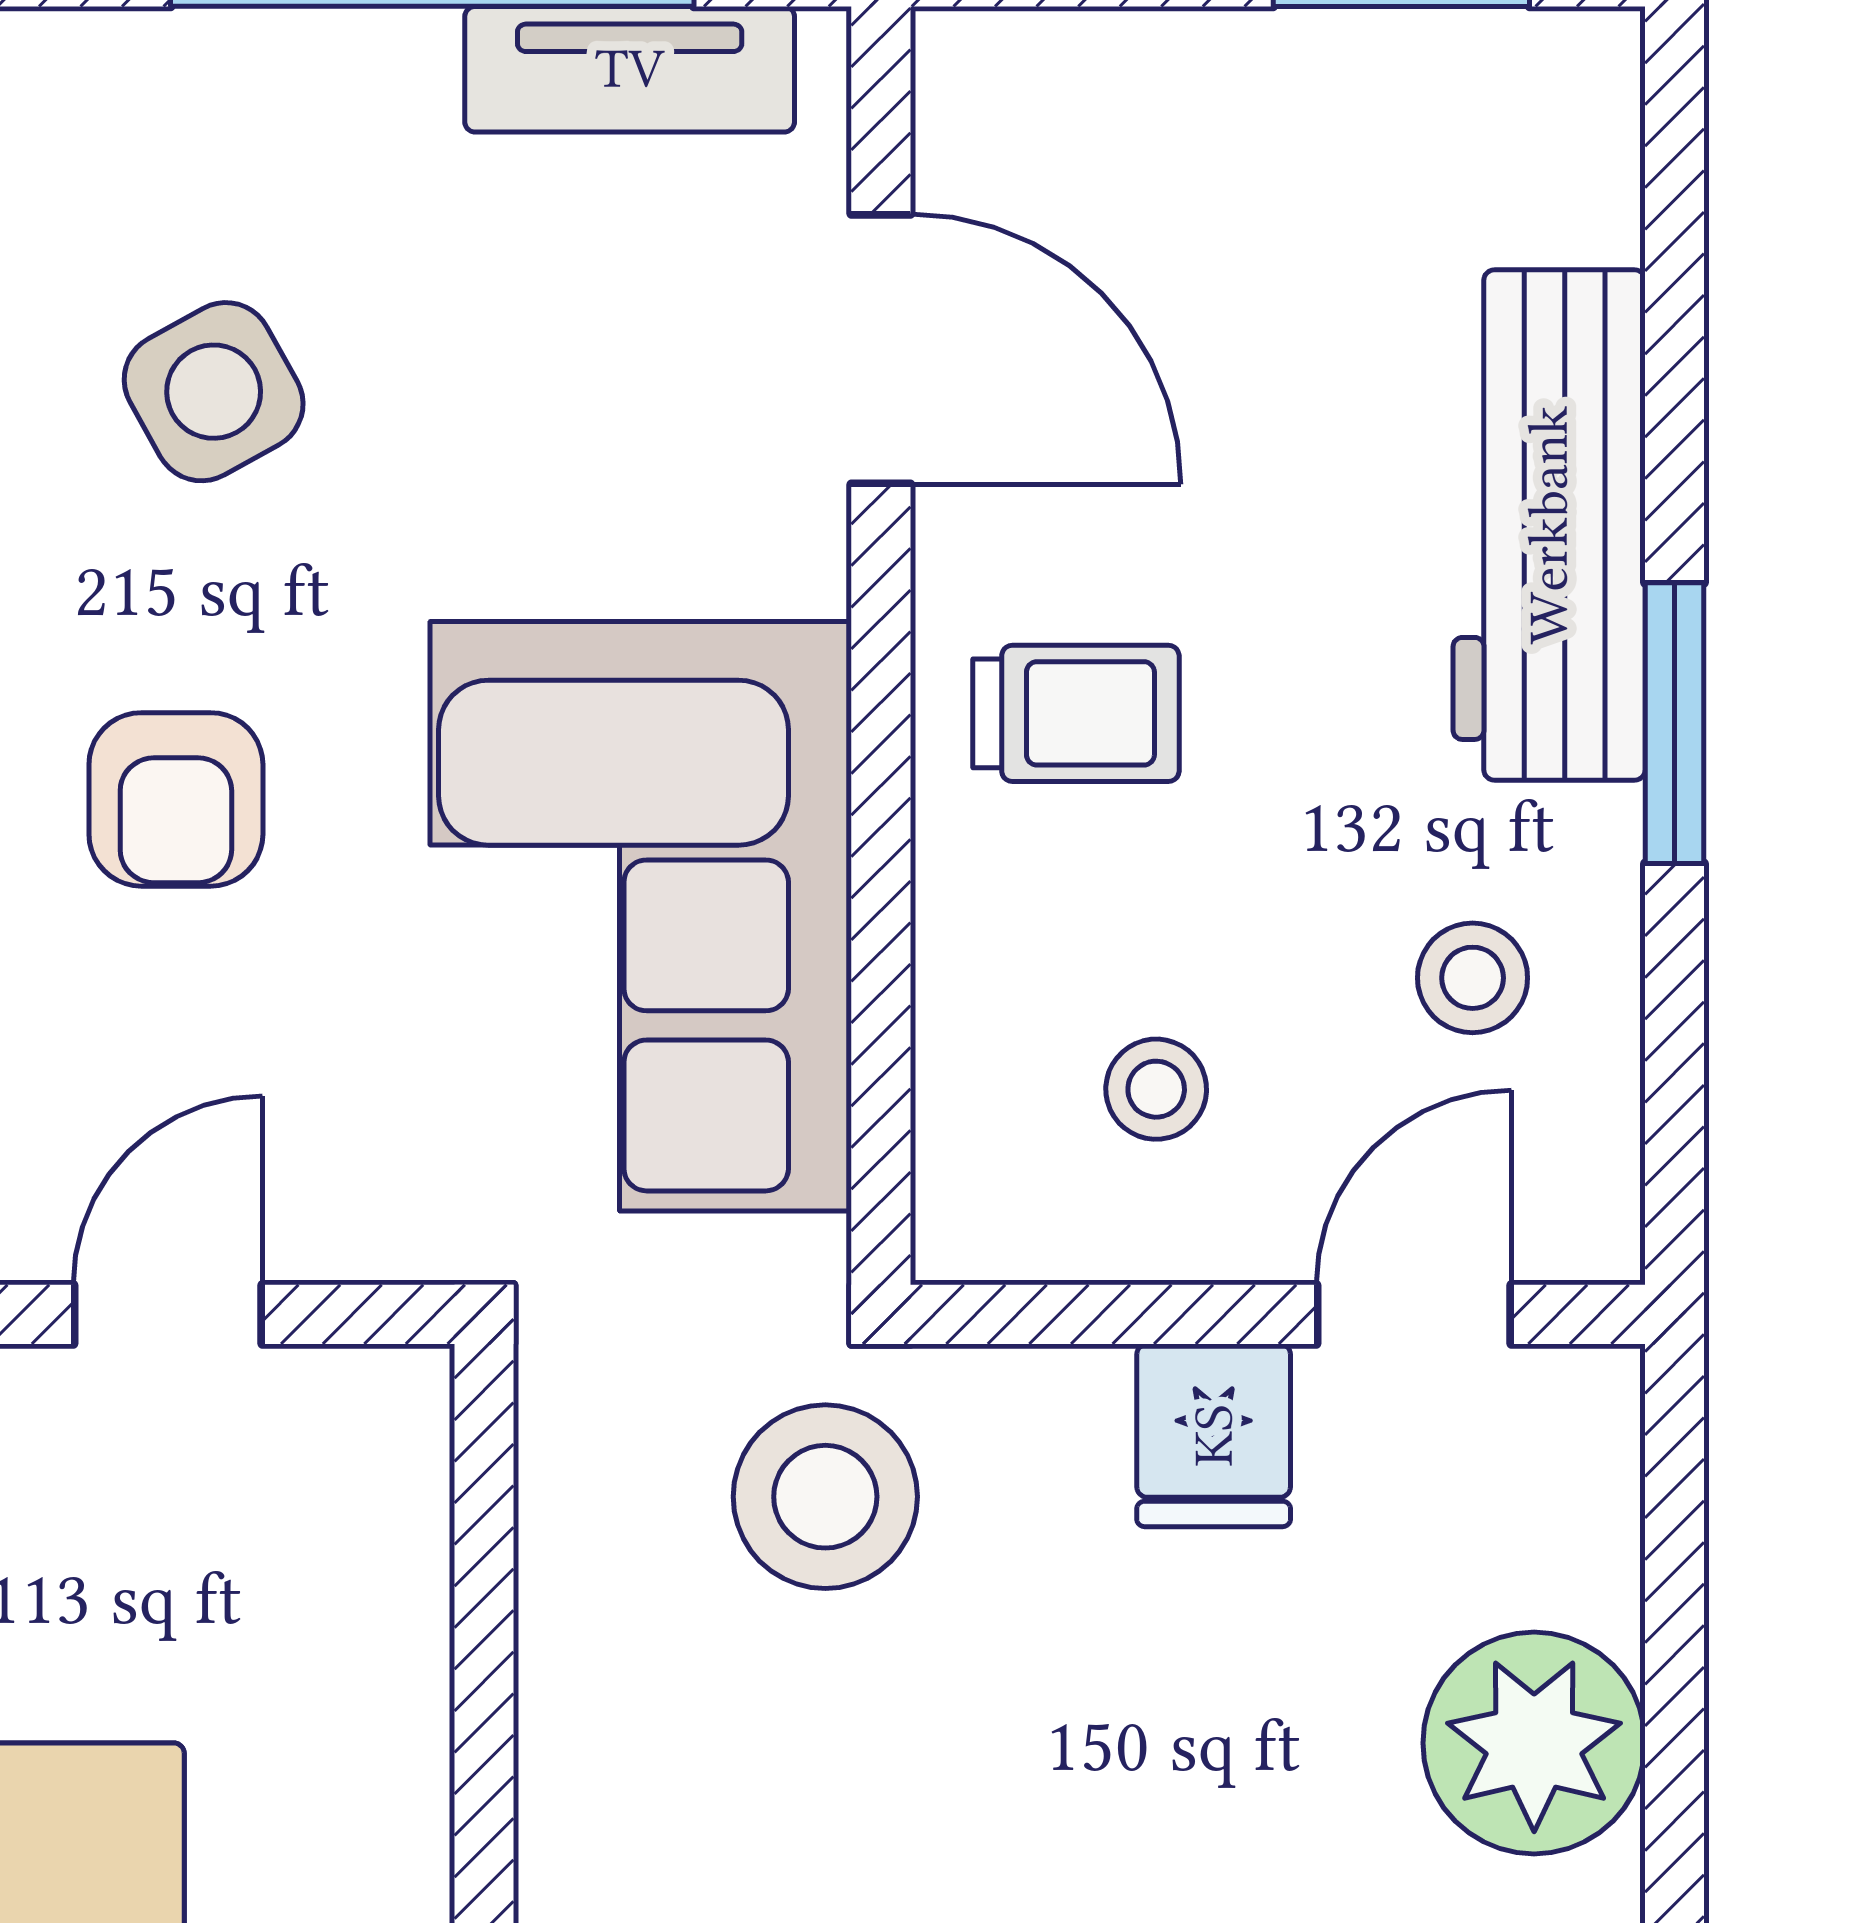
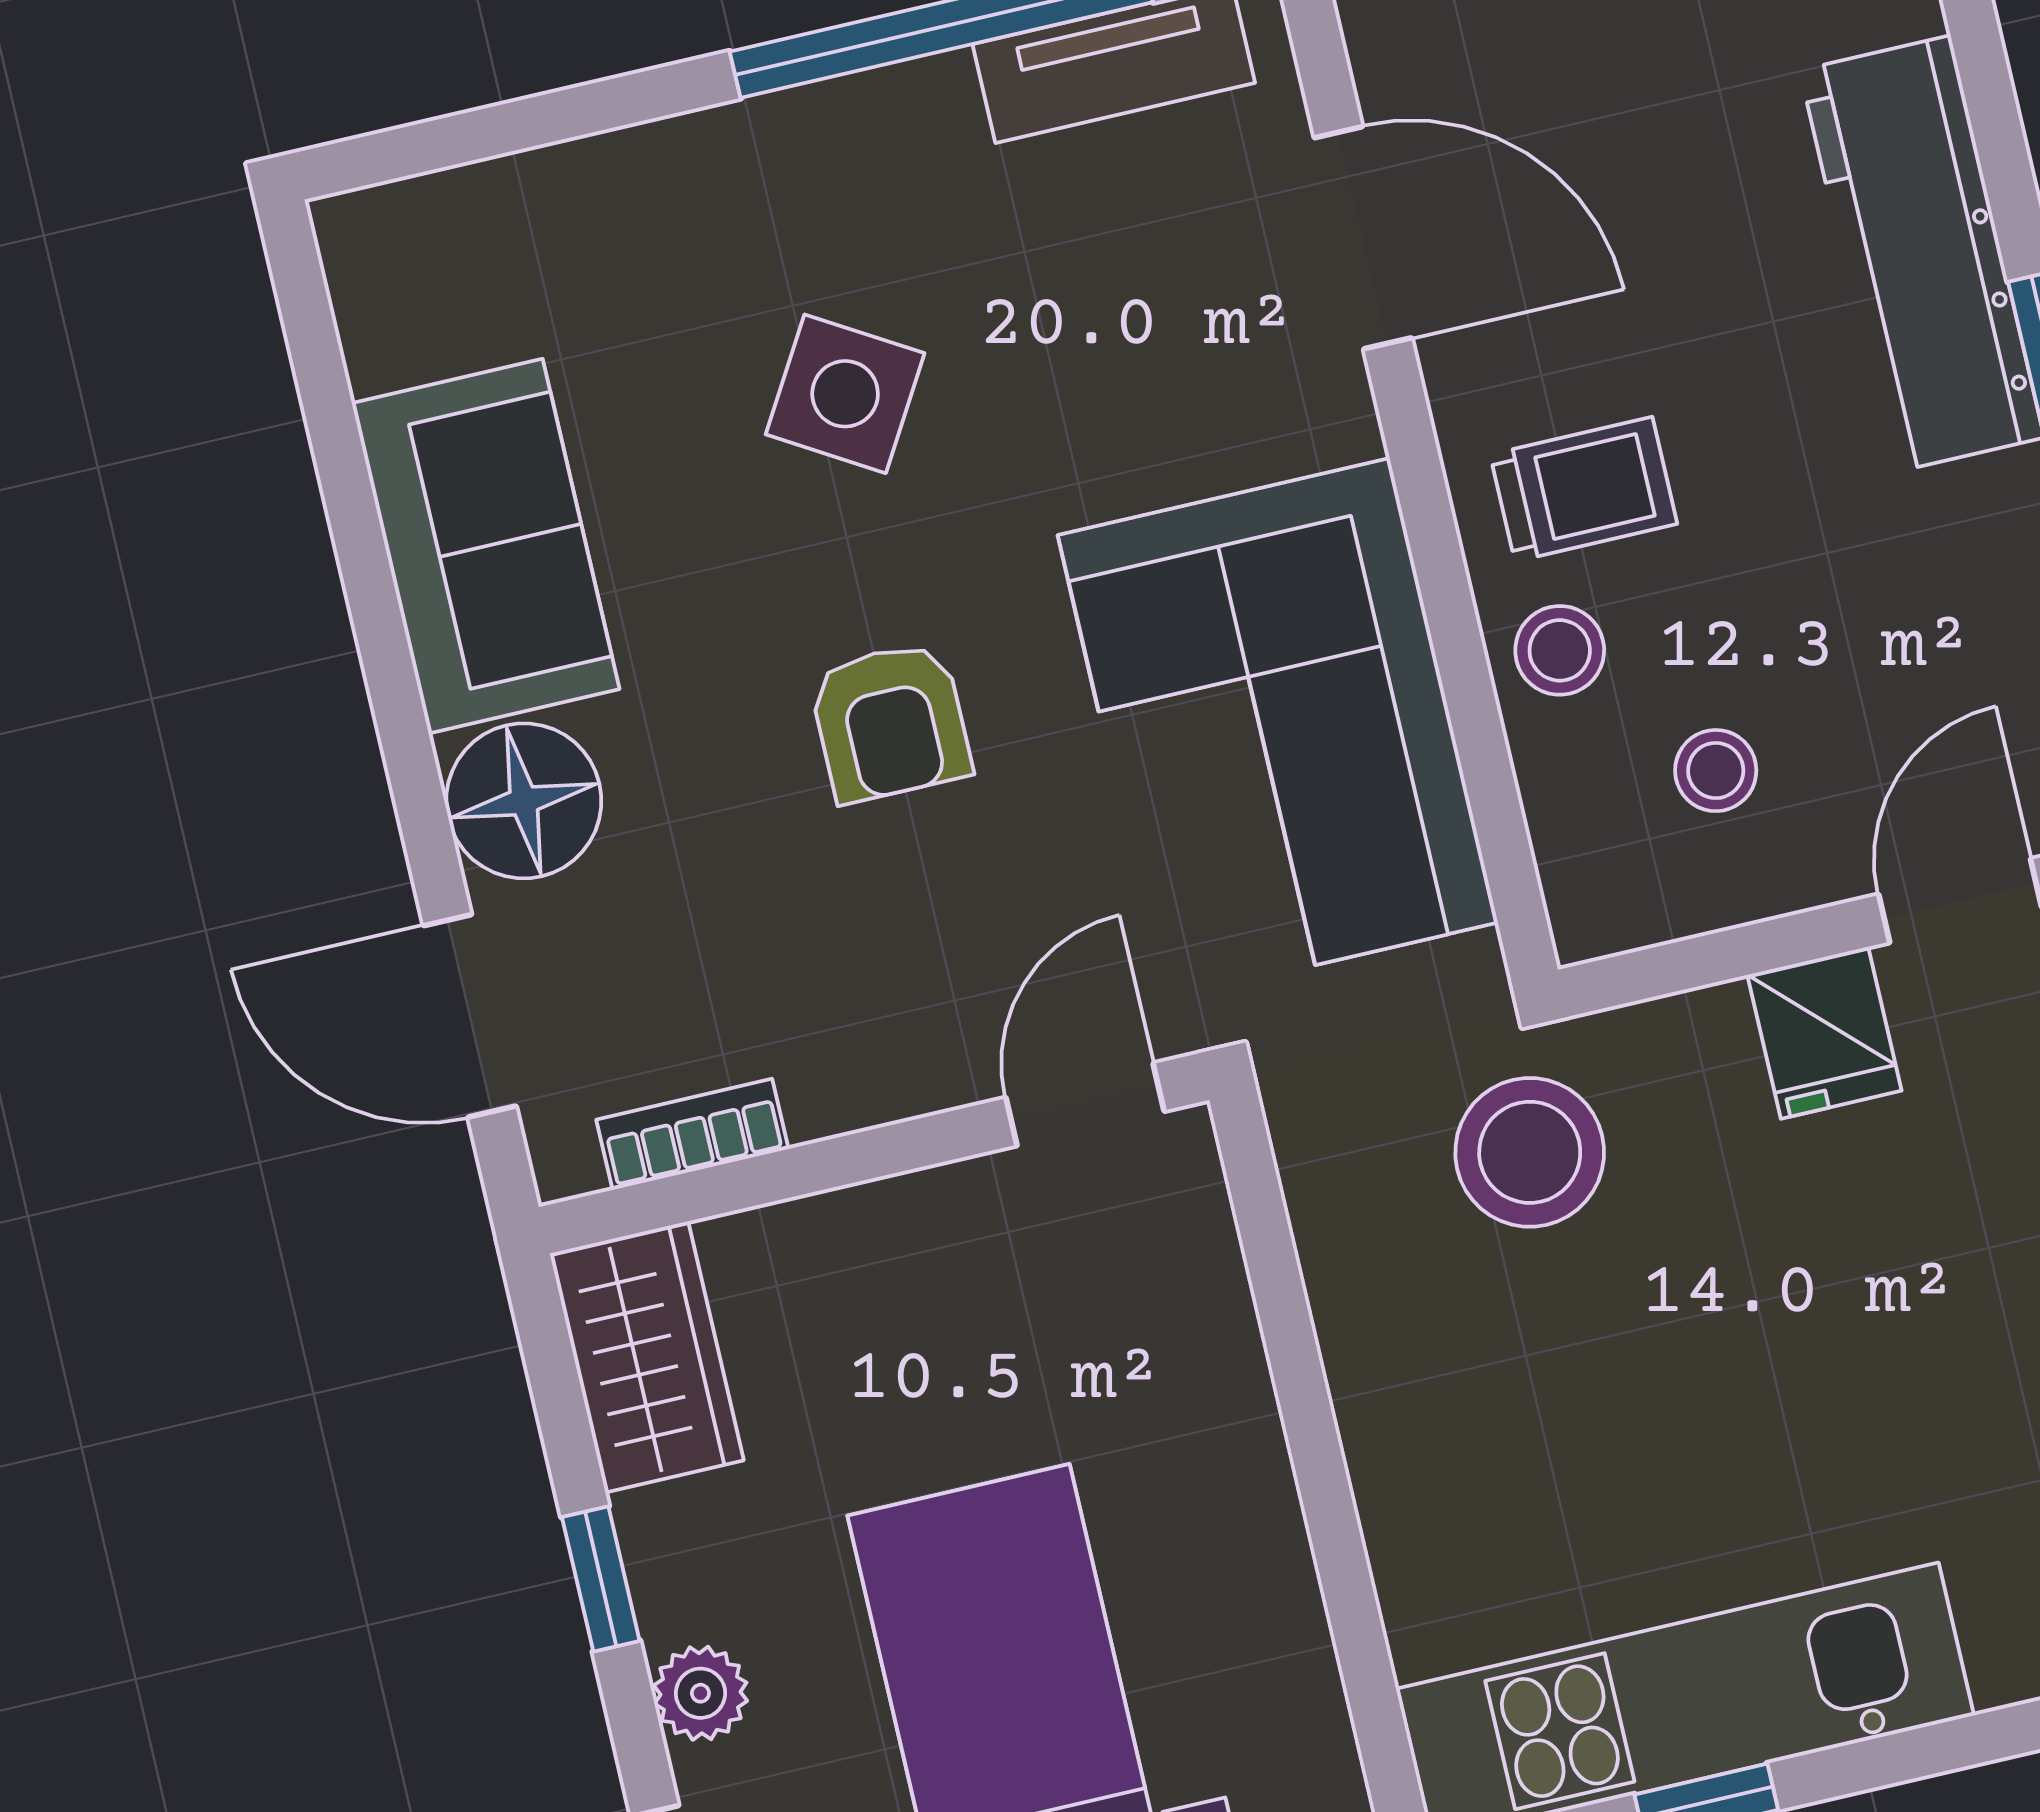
side table: (214, 392) -> (845, 394), turned -30
stool: (1473, 978) -> (1560, 650), moved
door: (168, 1314) -> (1085, 1104), moved

